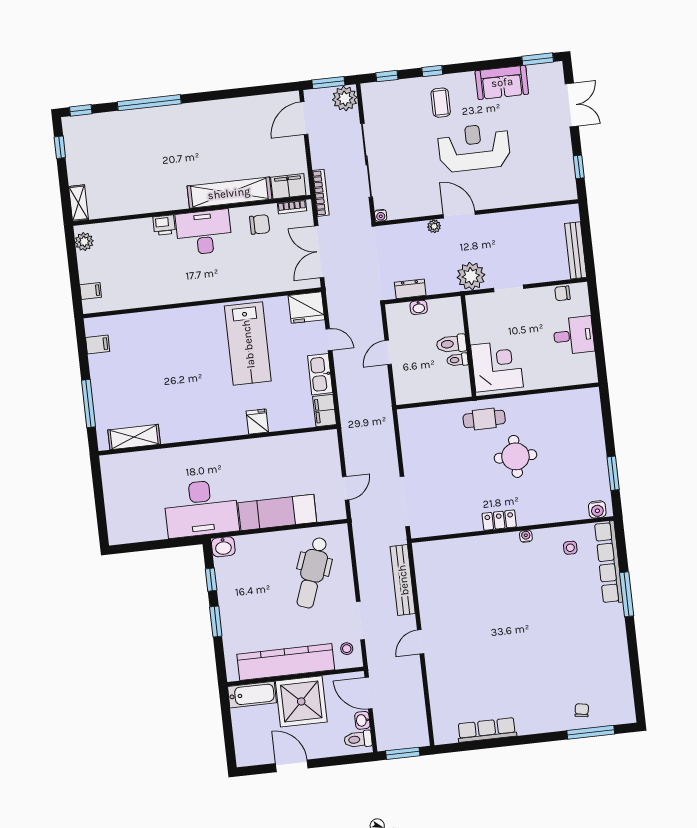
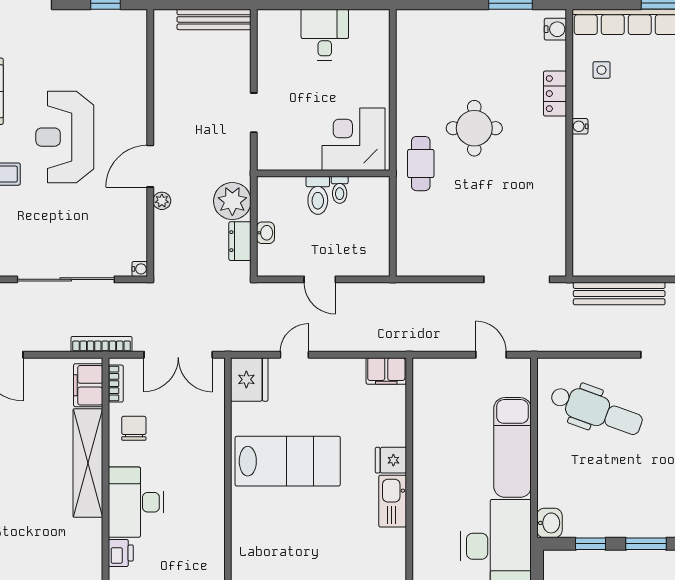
plant: (471, 276) -> (232, 201), moved
chair: (562, 293) -> (268, 43), removed
kitchen sink: (320, 374) -> (393, 501), moved, turned 90
locker: (499, 520) -> (555, 94), moved

